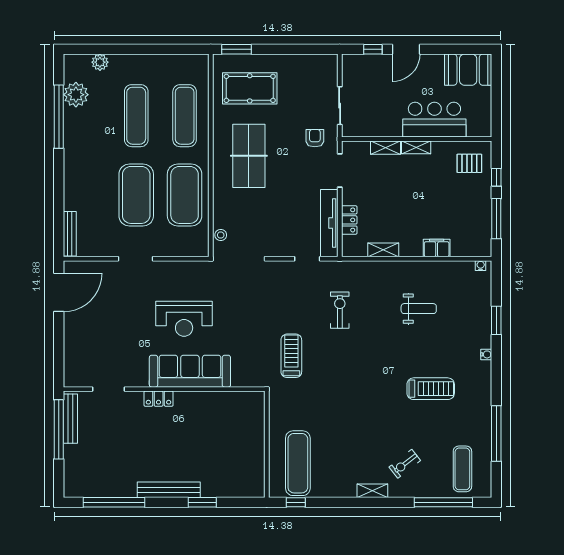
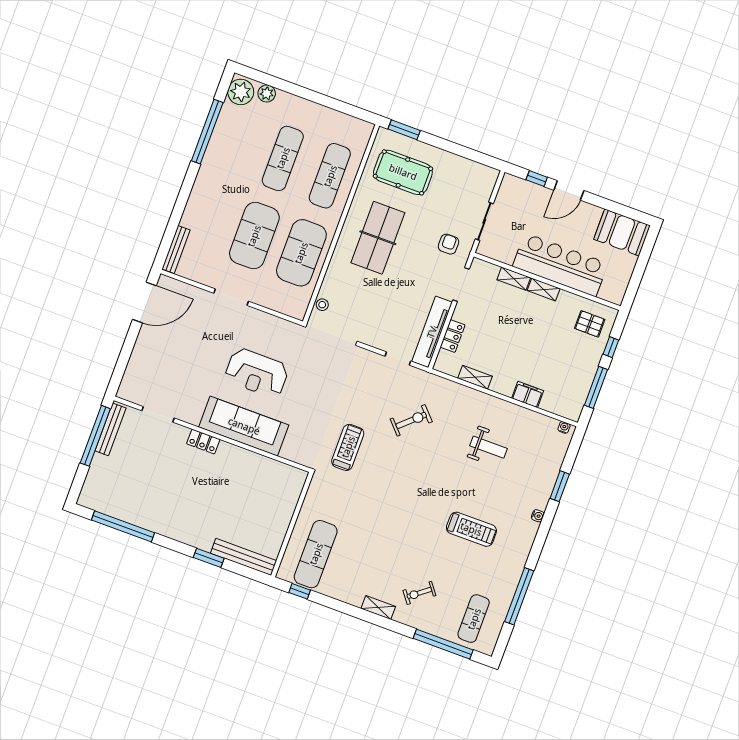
plant: (76, 95) -> (241, 92), moved
bar counter: (434, 120) -> (560, 265), width x1.36
exercise bike: (340, 310) -> (411, 420), turned 47
bench: (169, 490) -> (244, 557), moved

